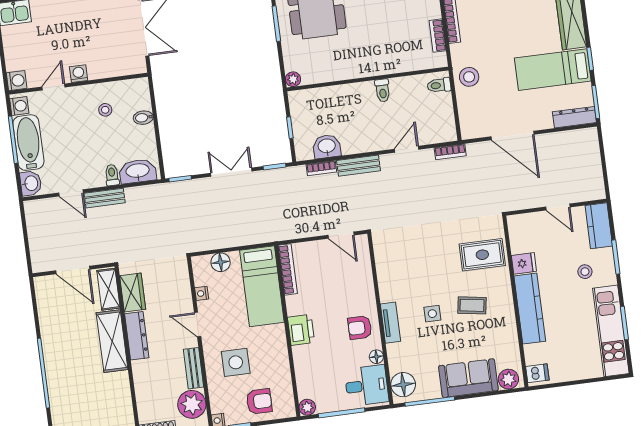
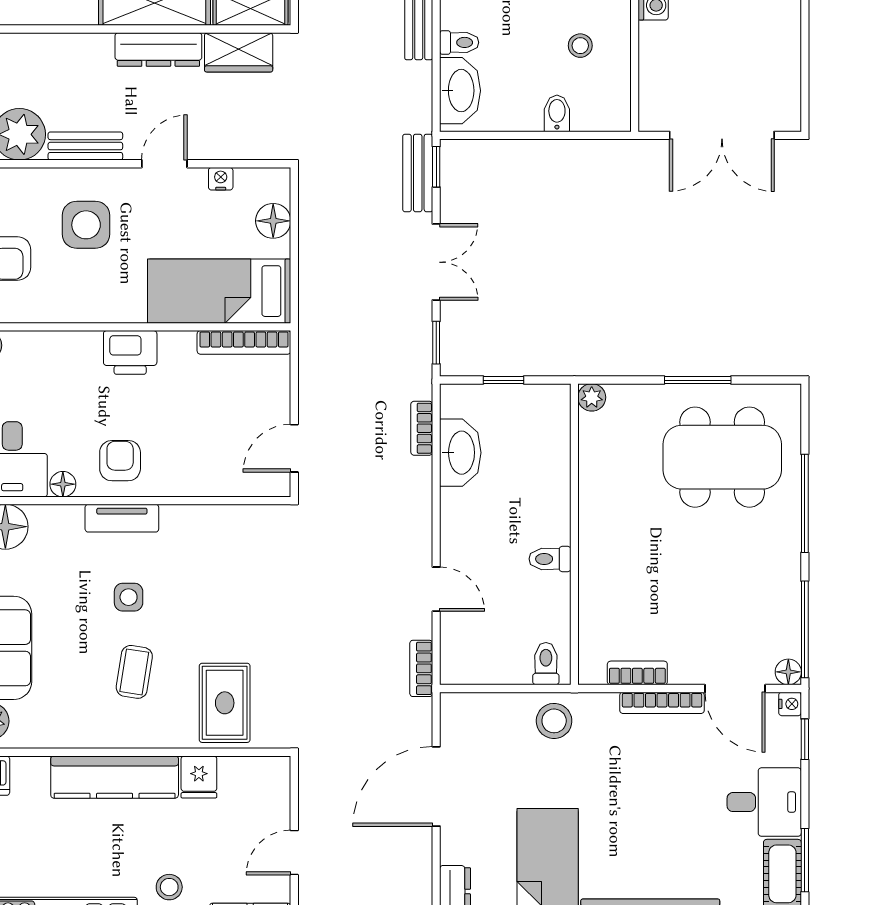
washbasin: (327, 146) -> (460, 453), width x1.38
bench: (359, 166) -> (418, 173), moved

